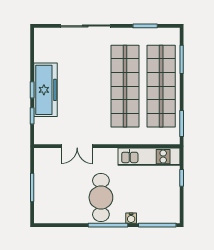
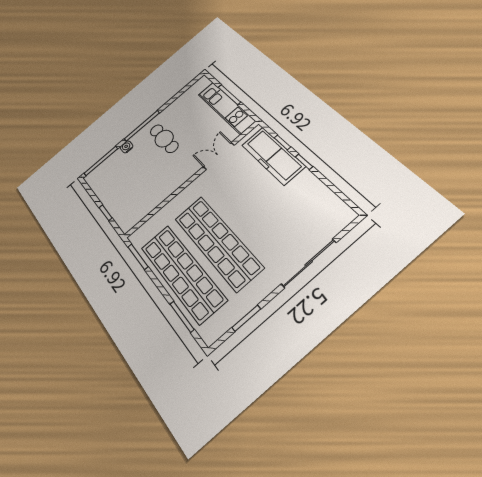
freezer: (45, 90) -> (273, 156), moved
kitchen unit: (149, 157) -> (226, 108), moved, turned -90
cafe table: (101, 197) -> (164, 139), width x0.73, depth x0.74

